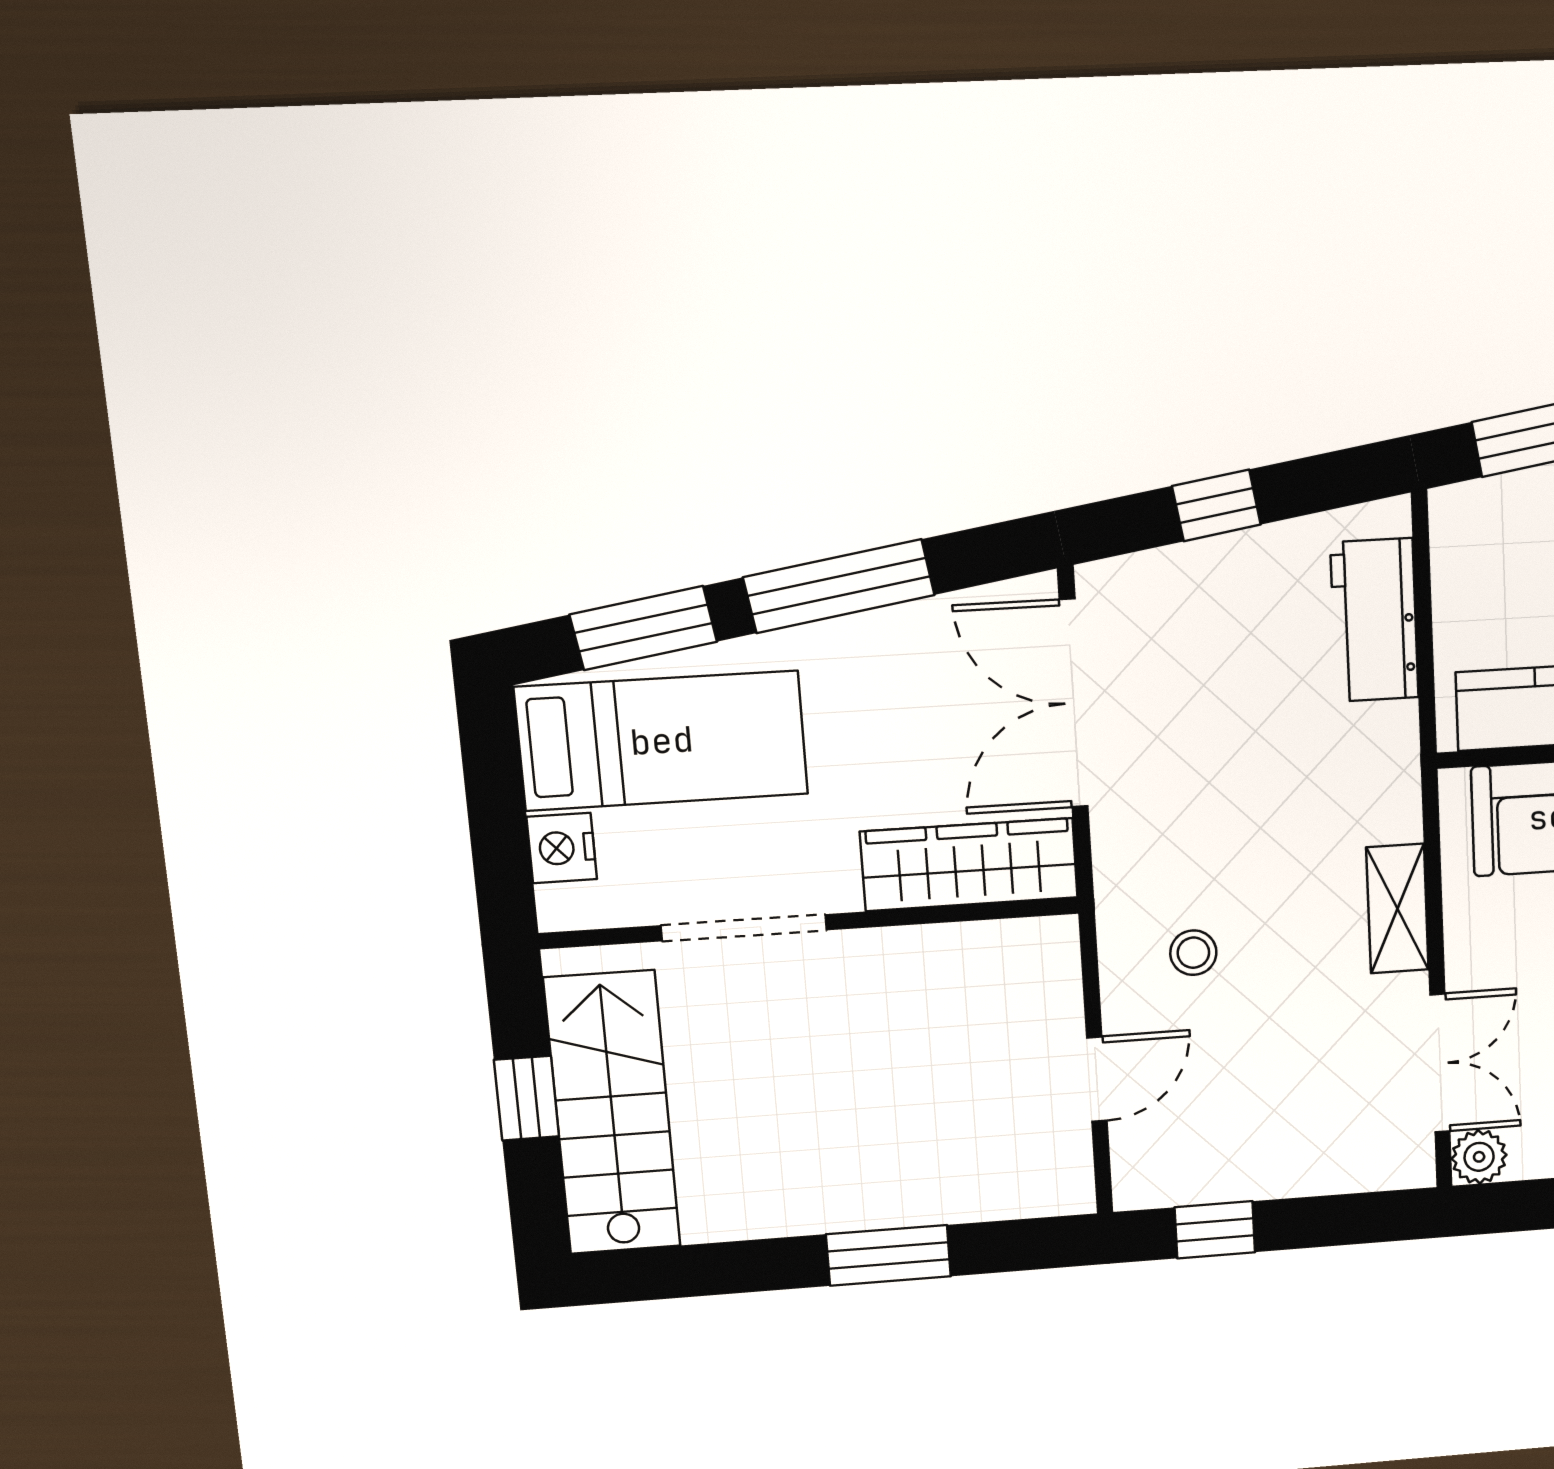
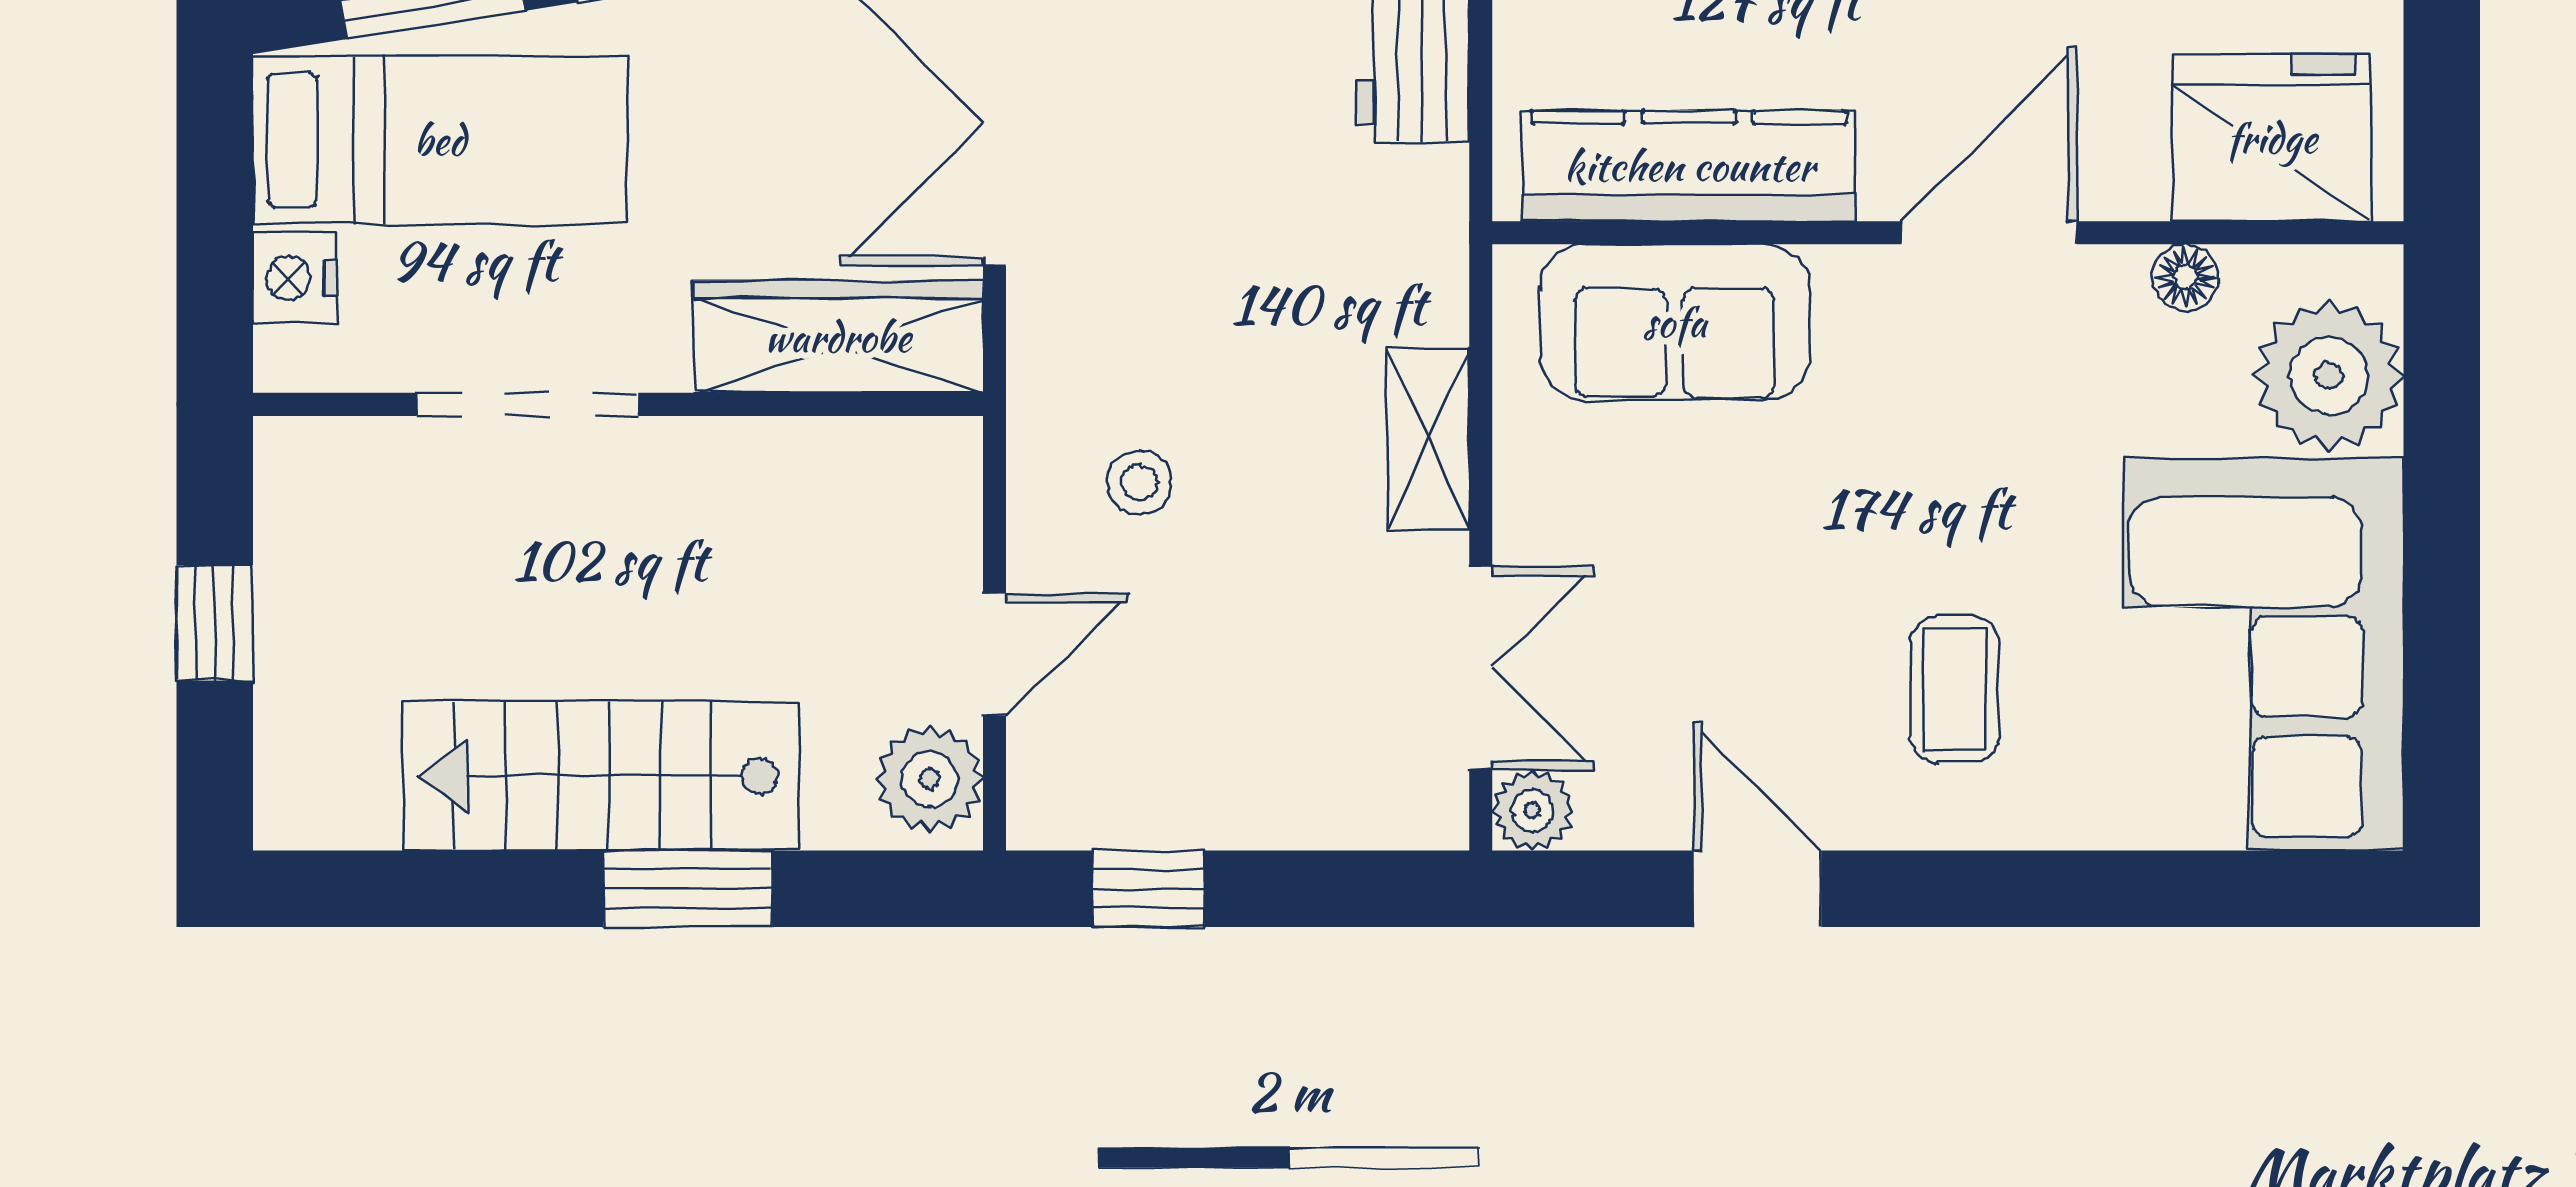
stairs: (612, 1113) -> (601, 776), moved, turned -90
plant: (1056, 1168) -> (930, 779), added

